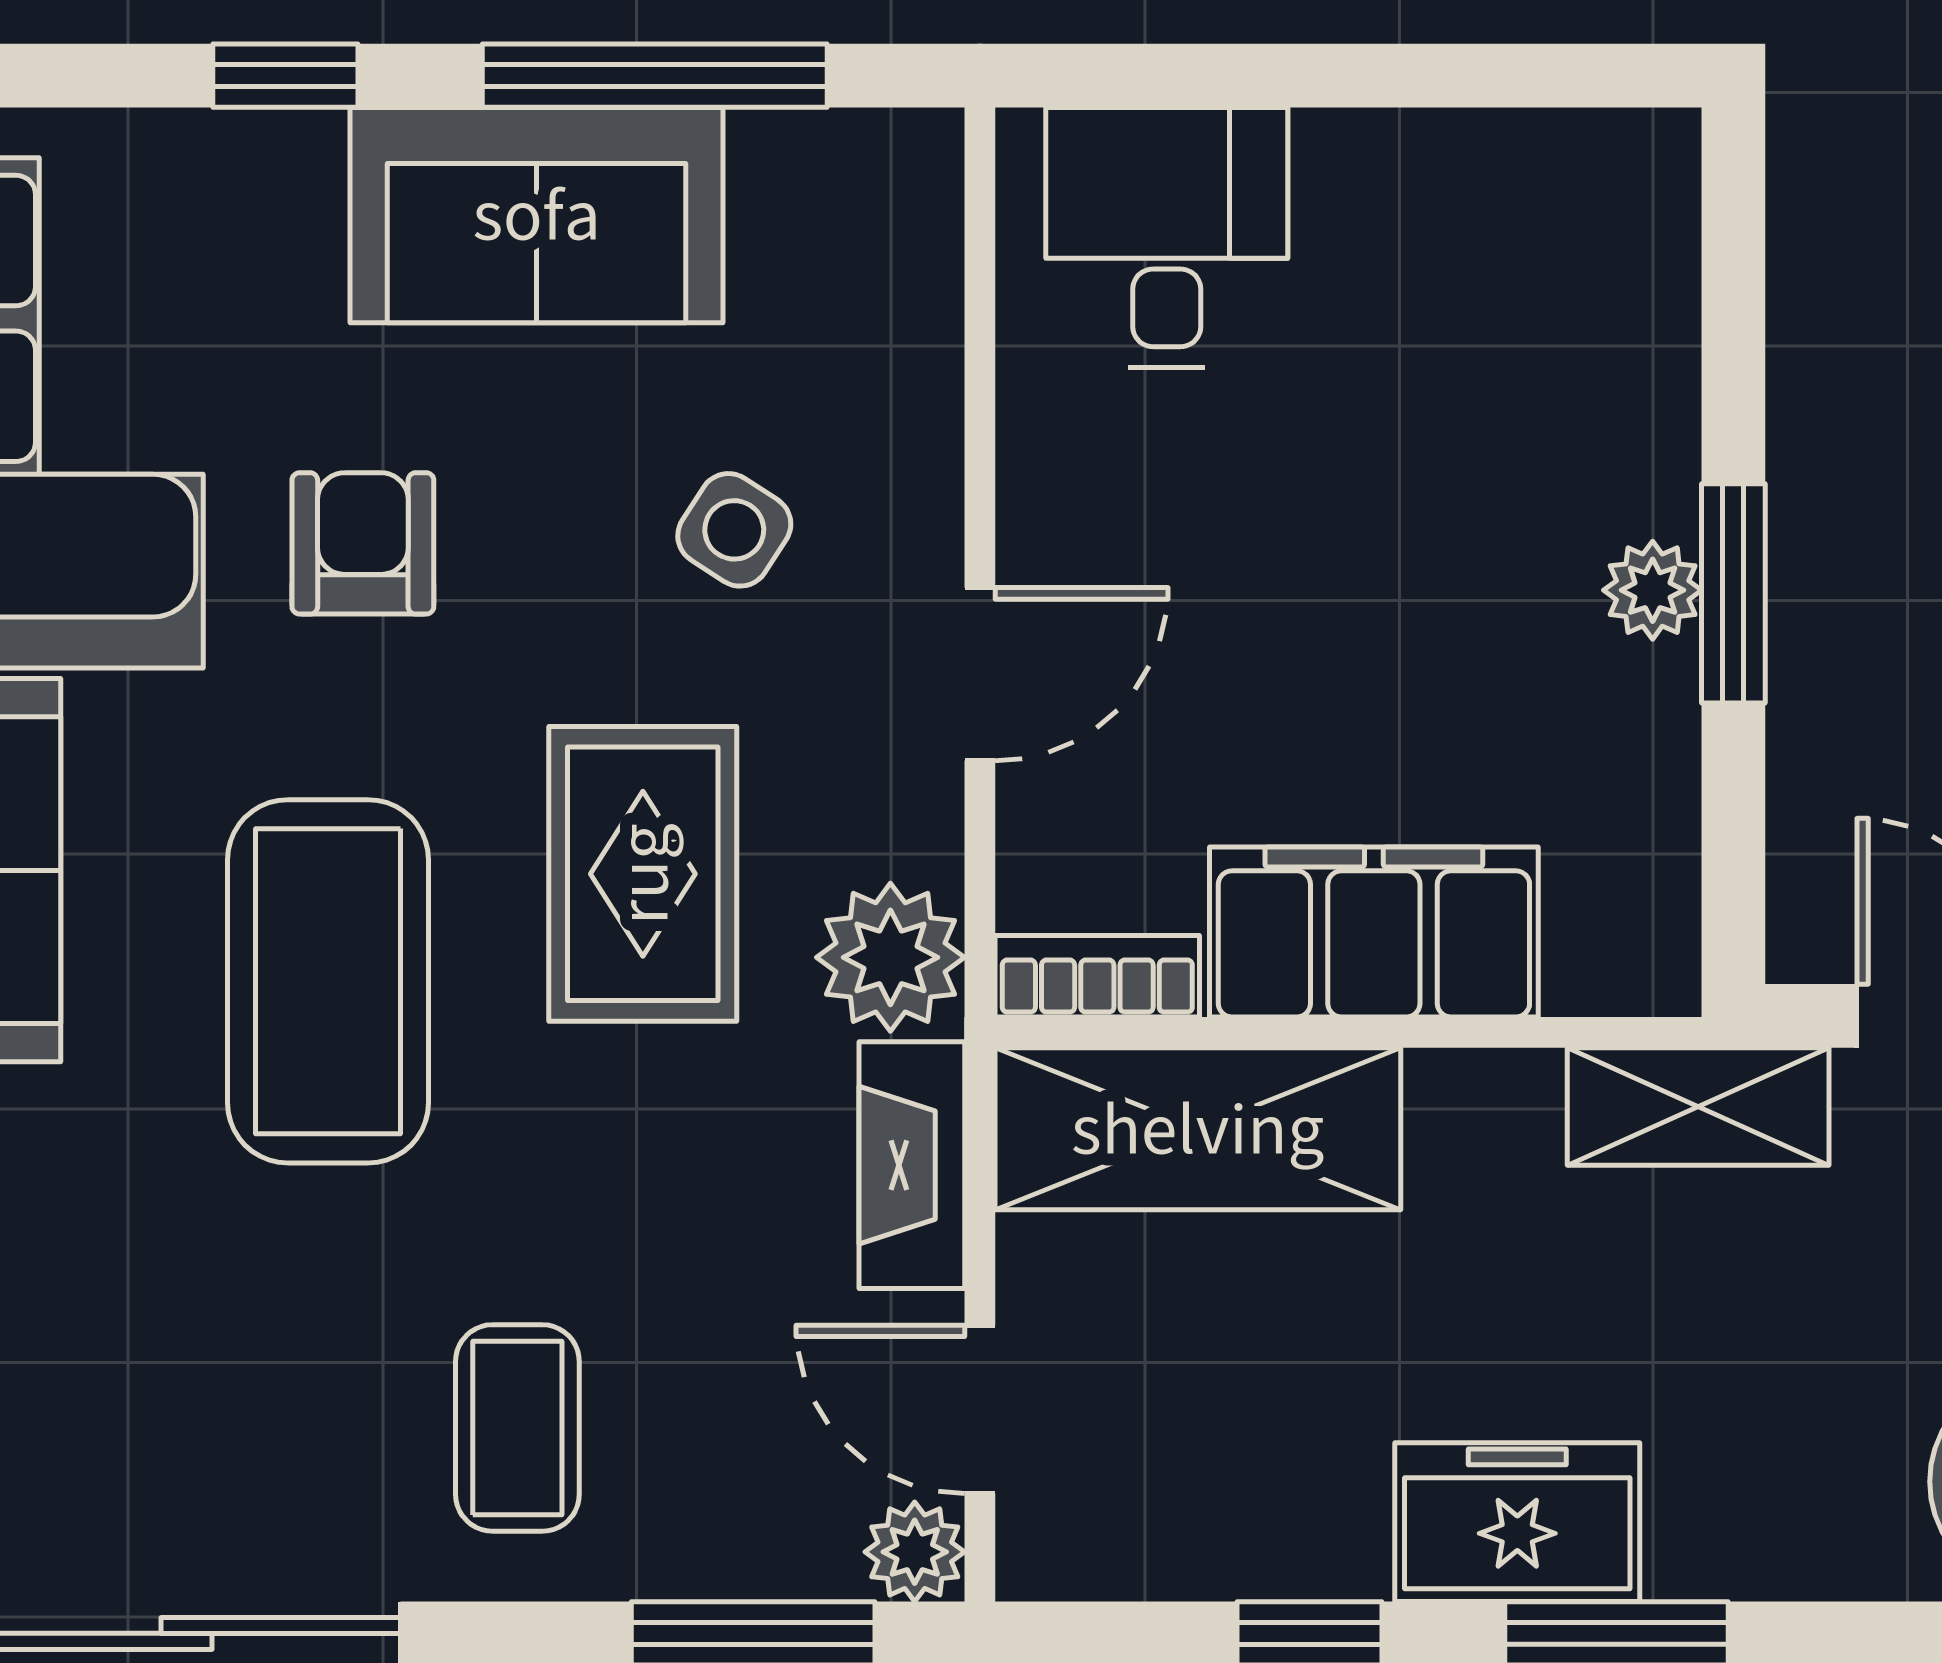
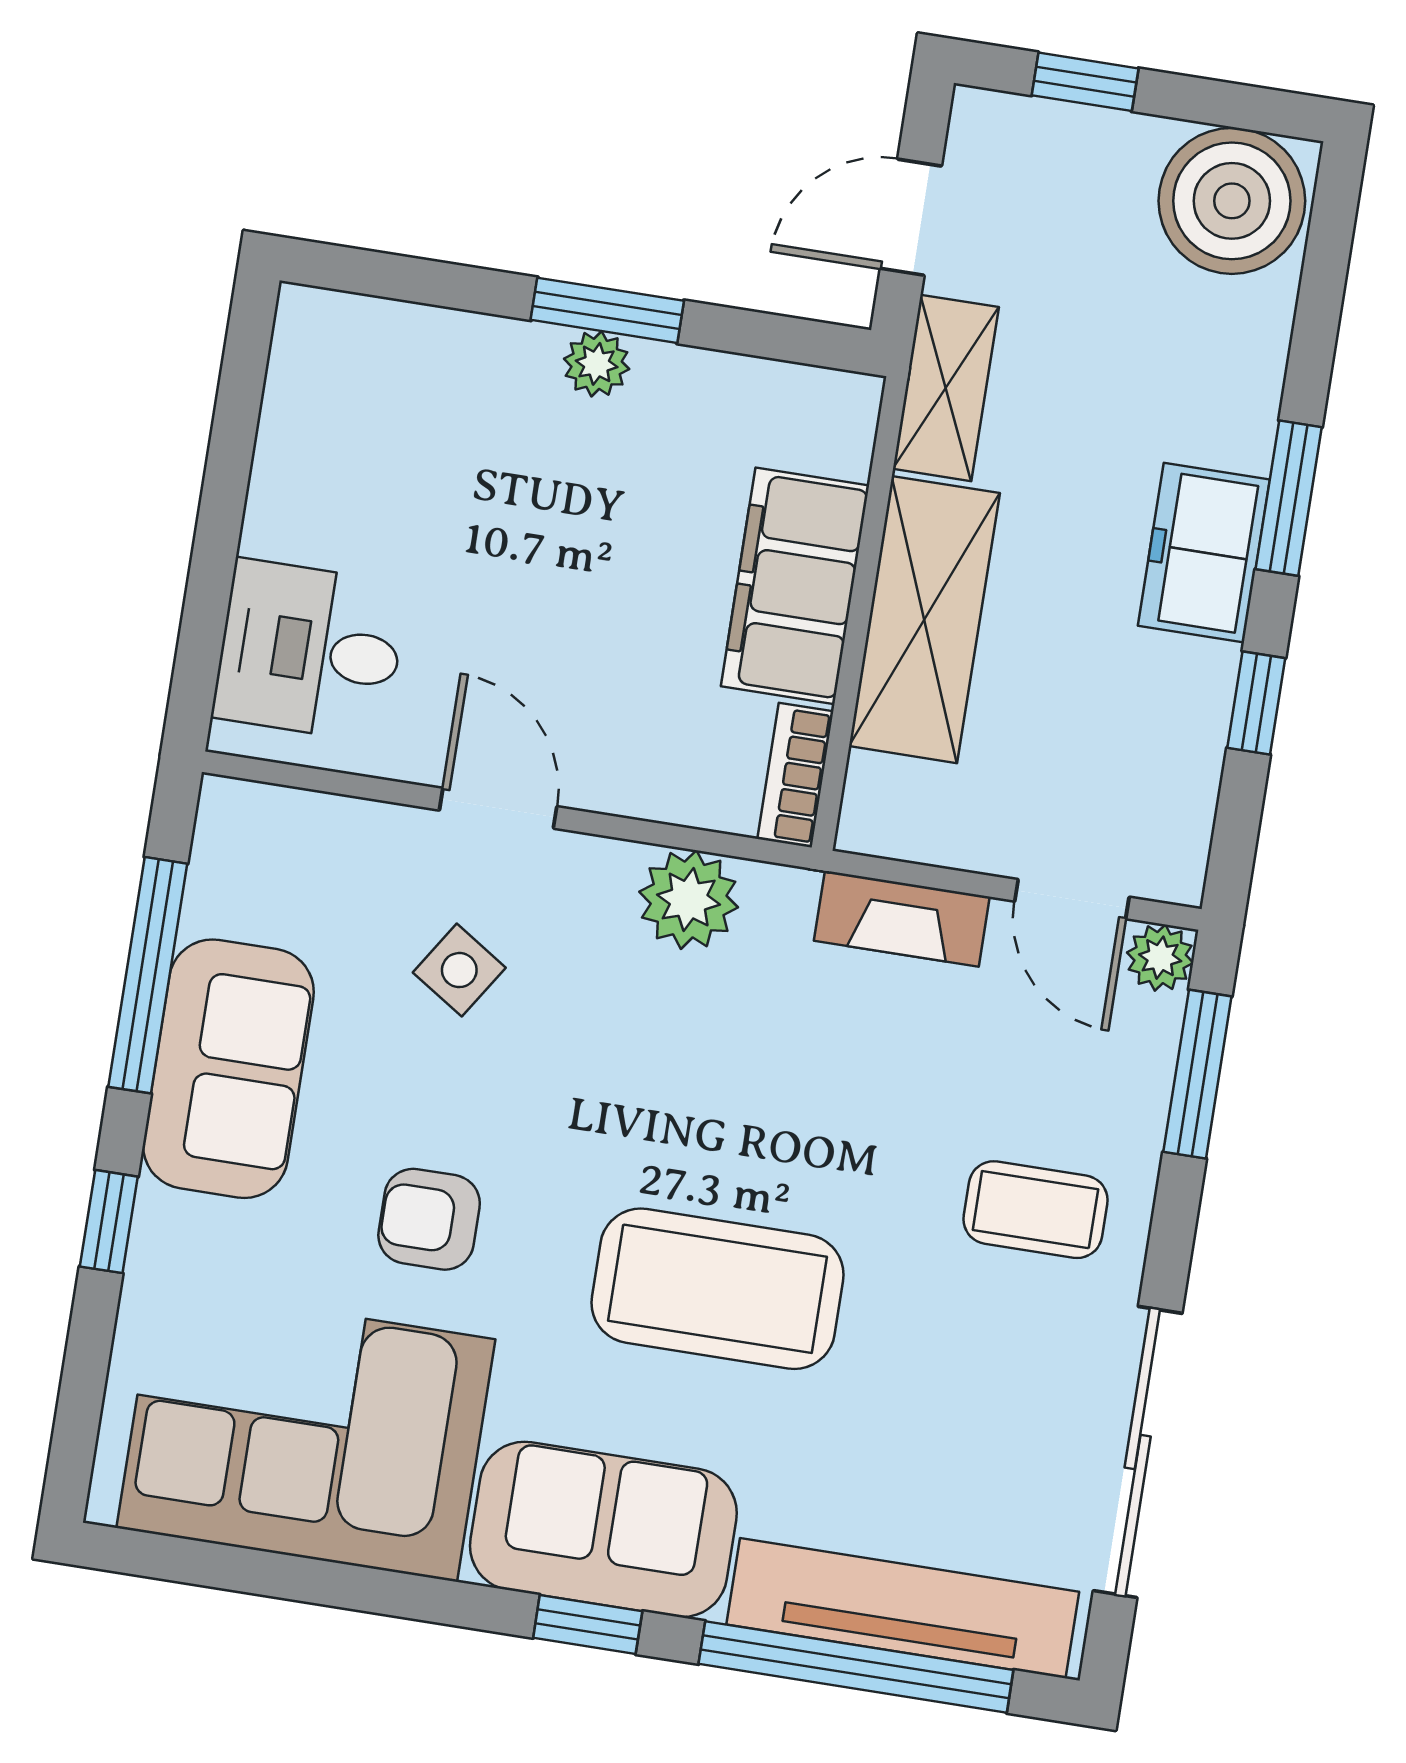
door: (980, 674) -> (498, 808), moved
rug: (643, 874) -> (679, 1067), removed
plant: (890, 957) -> (689, 900), moved
shelving: (1198, 1129) -> (924, 620), moved
door: (980, 1409) -> (1072, 899), hinge flipped

